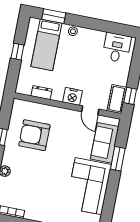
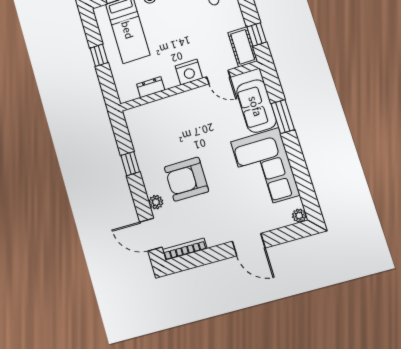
armchair: (34, 135) -> (186, 179), moved

